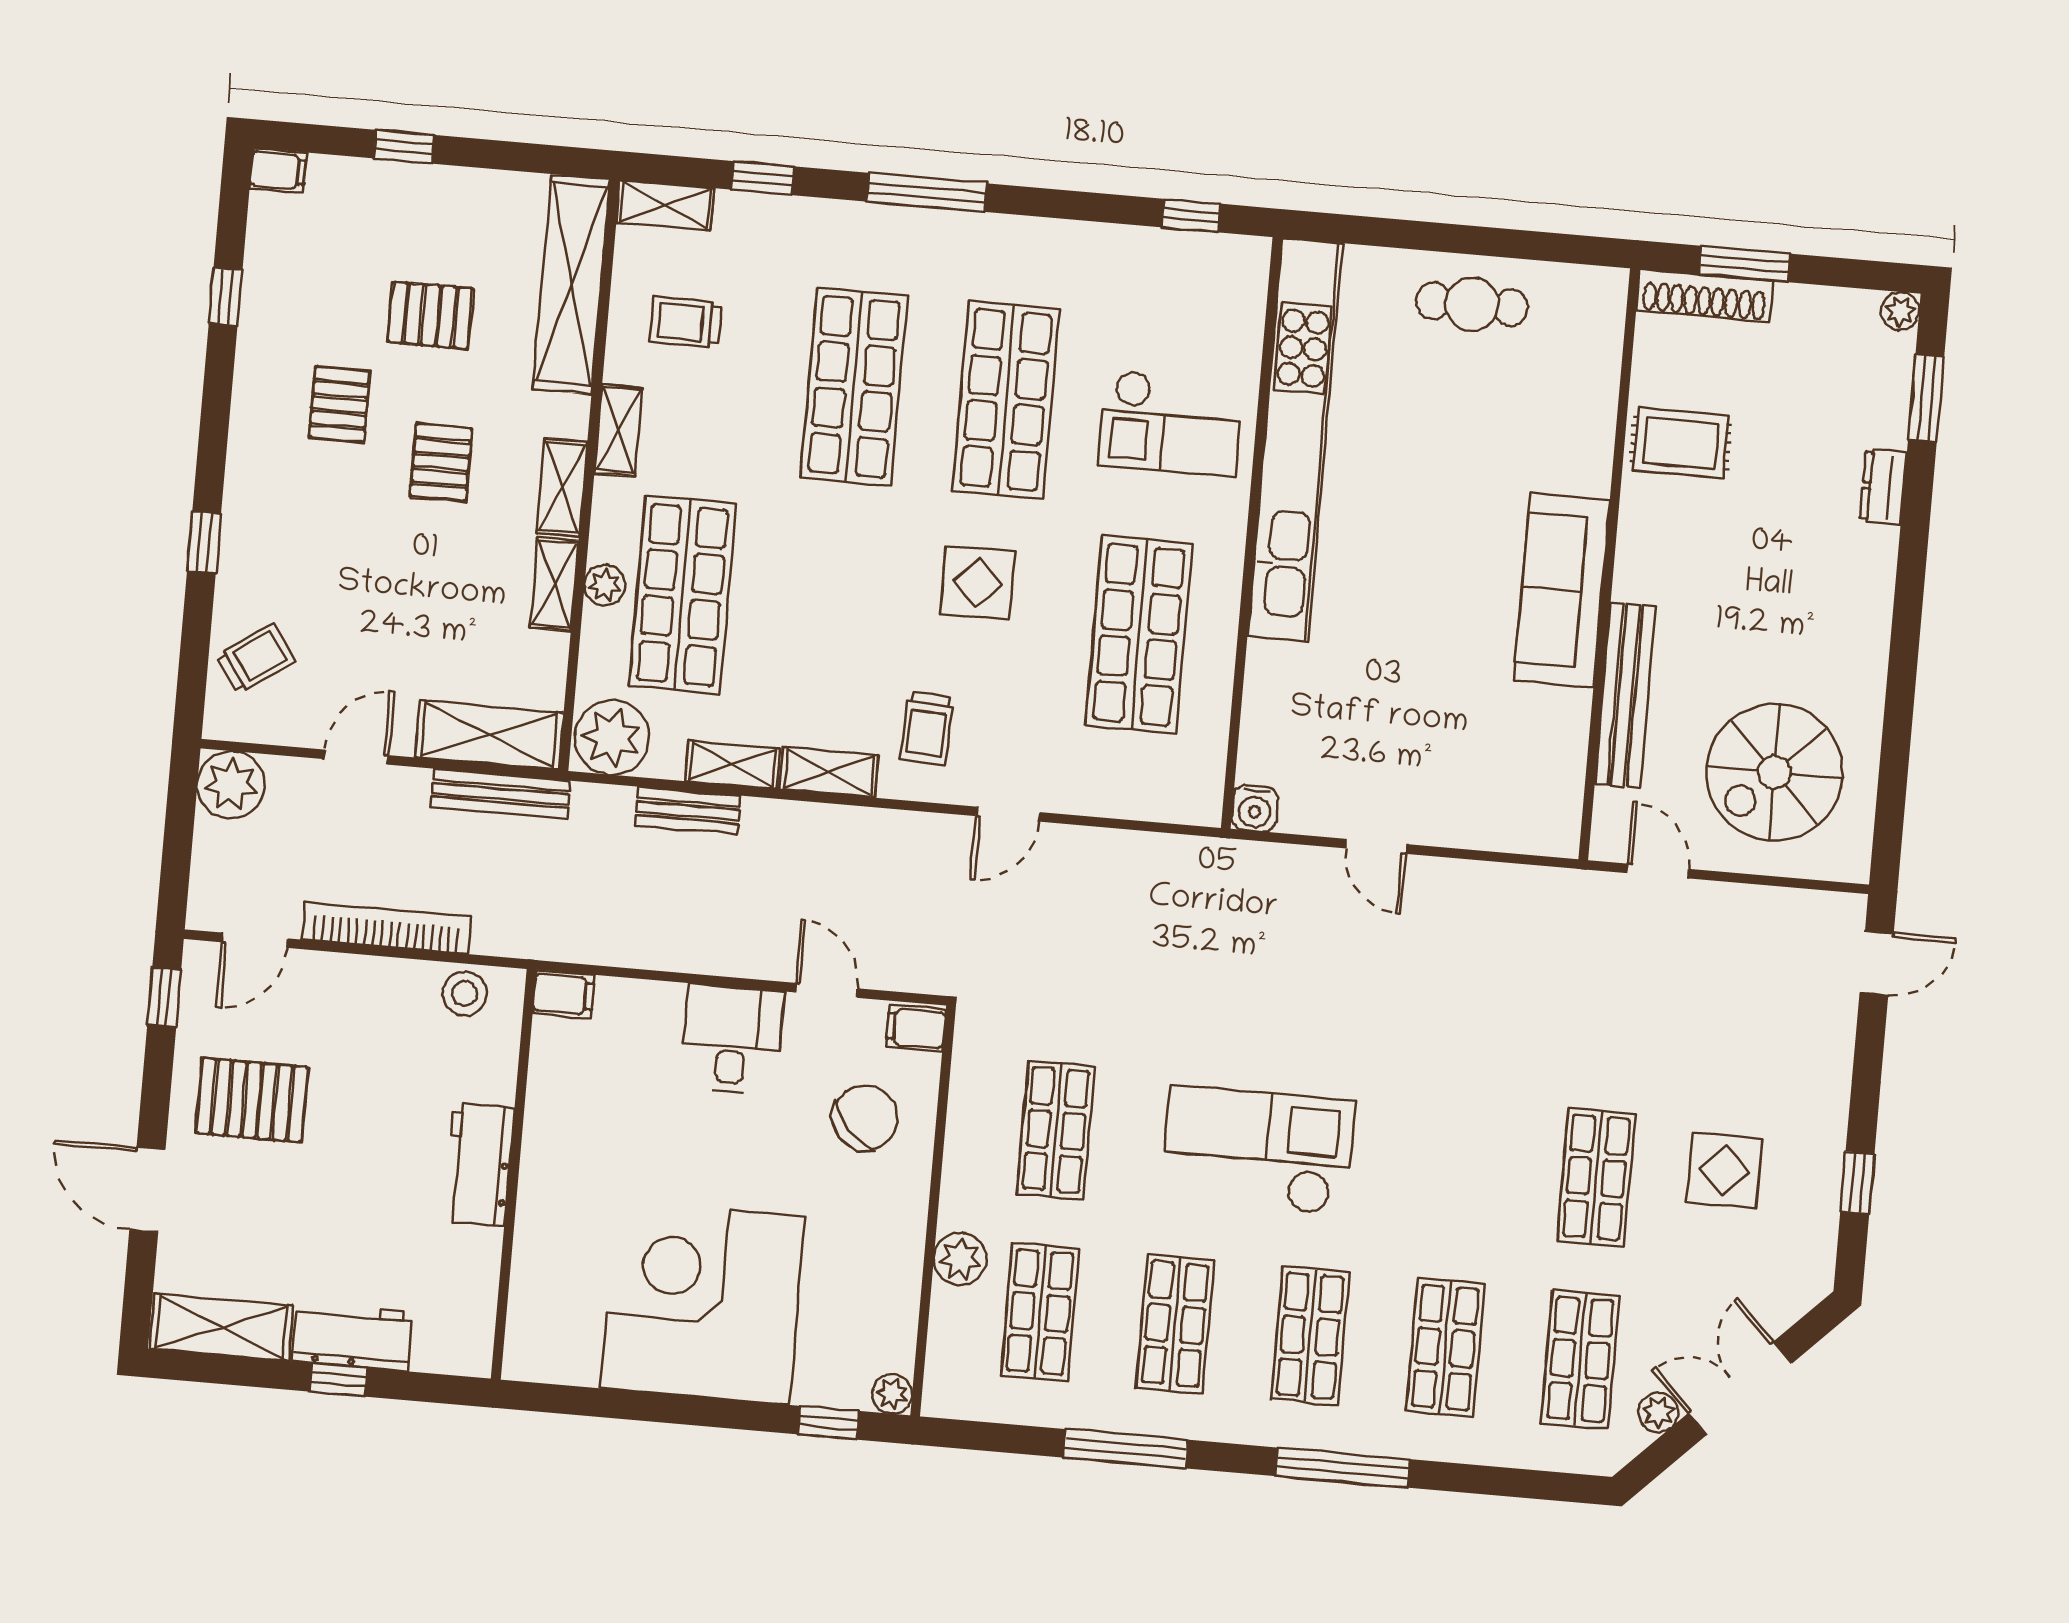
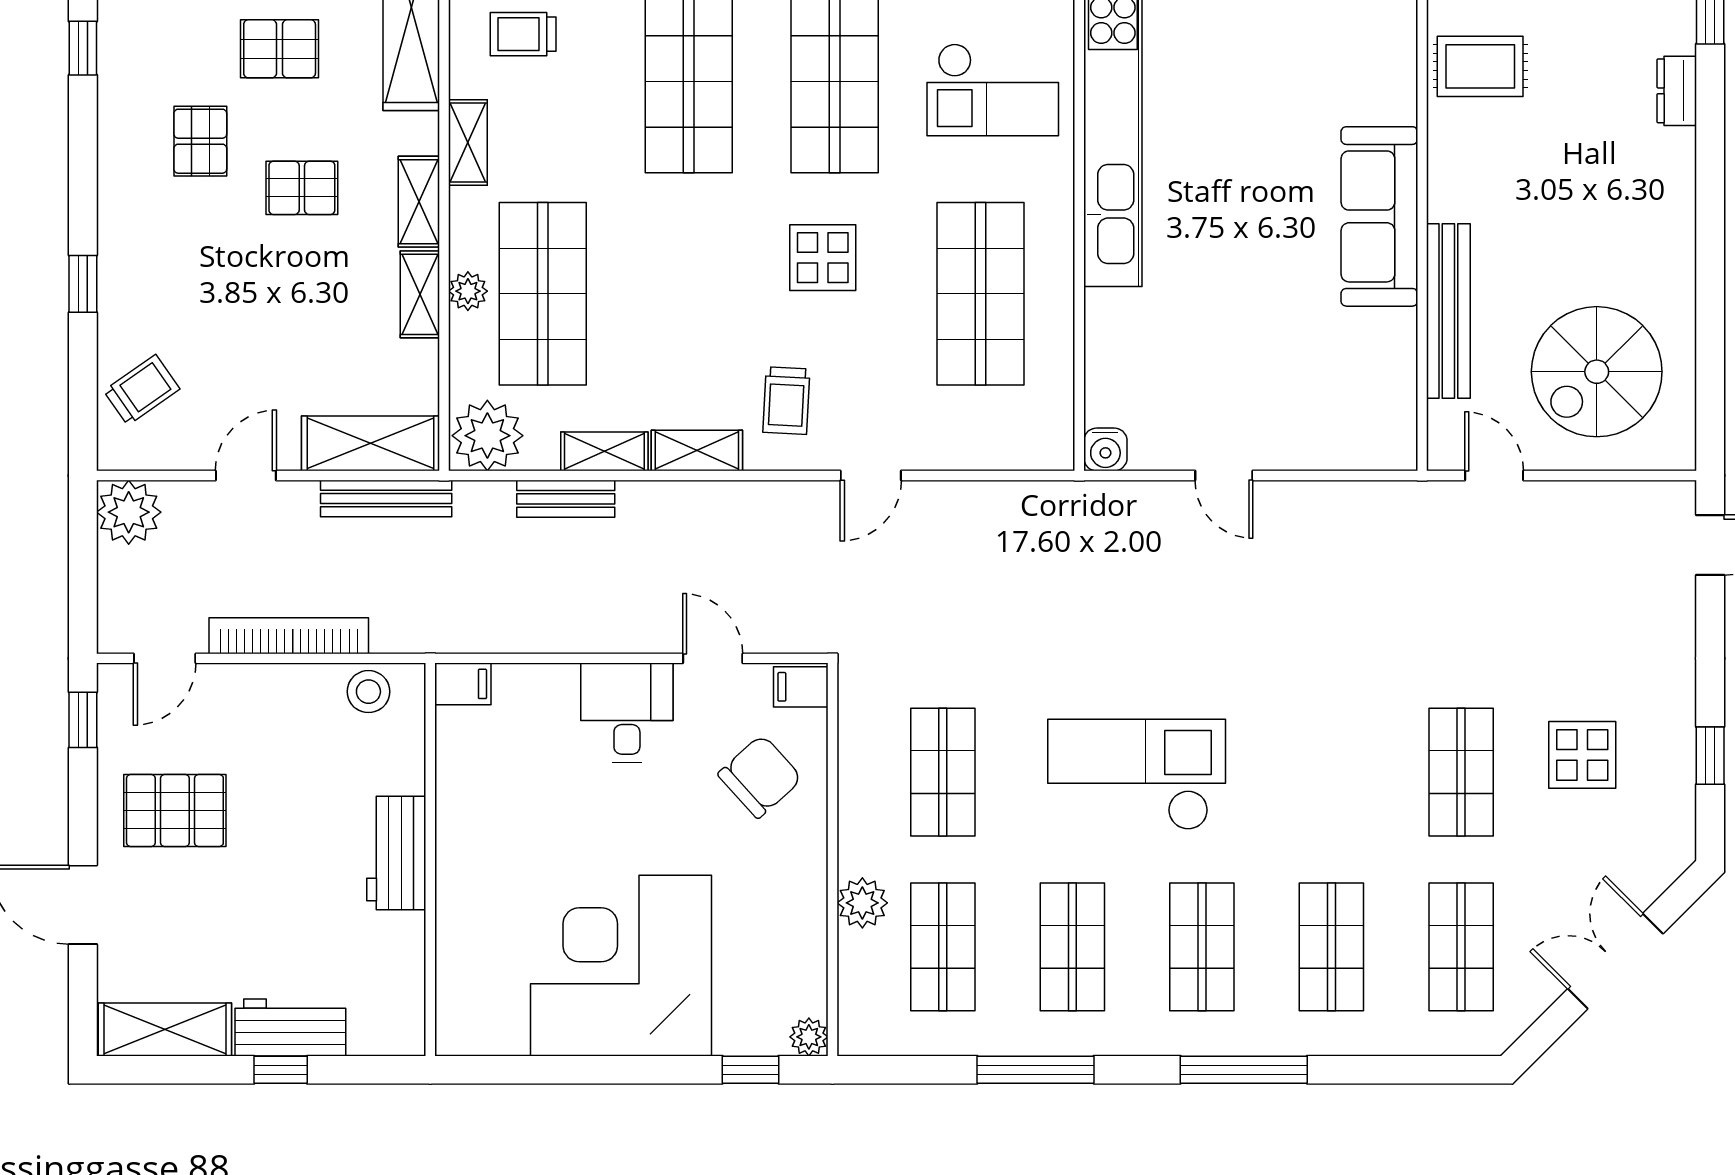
pallet: (441, 462) -> (302, 188), turned 90
plant: (1658, 1412) -> (1540, 991), removed

